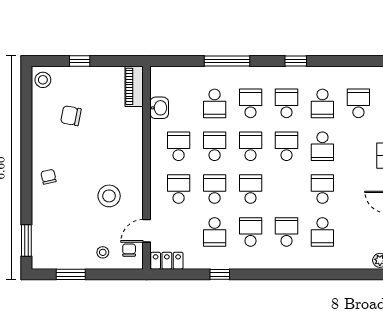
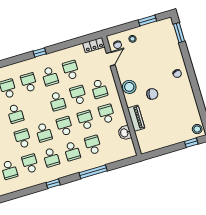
window: (80, 61) -> (191, 143), moved
piano: (134, 86) -> (136, 118), moved
chair: (71, 116) -> (152, 94), moved
school desk: (179, 146) -> (107, 114), turned 180
school desk: (215, 146) -> (86, 120), turned 180
school desk: (251, 146) -> (65, 126), turned 180
school desk: (215, 189) -> (78, 95), turned 180
stool: (109, 196) -> (129, 87), moved
school desk: (286, 232) -> (29, 82), turned 180
window: (220, 274) -> (40, 52), moved

